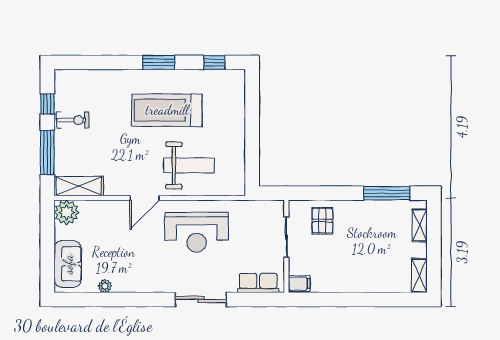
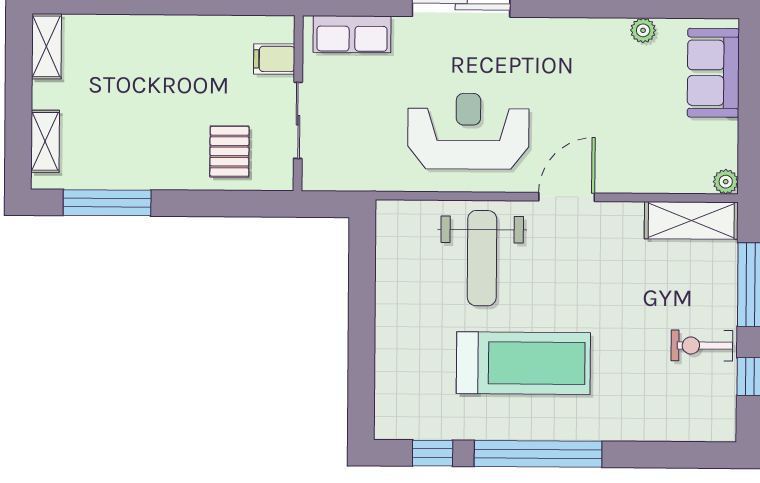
window: (159, 62) -> (538, 454), width x2.11
weight bench: (189, 165) -> (482, 258), turned -90
plant: (67, 212) -> (726, 182), width x0.53, depth x0.53
filing cabinet: (299, 284) -> (274, 59), moved

